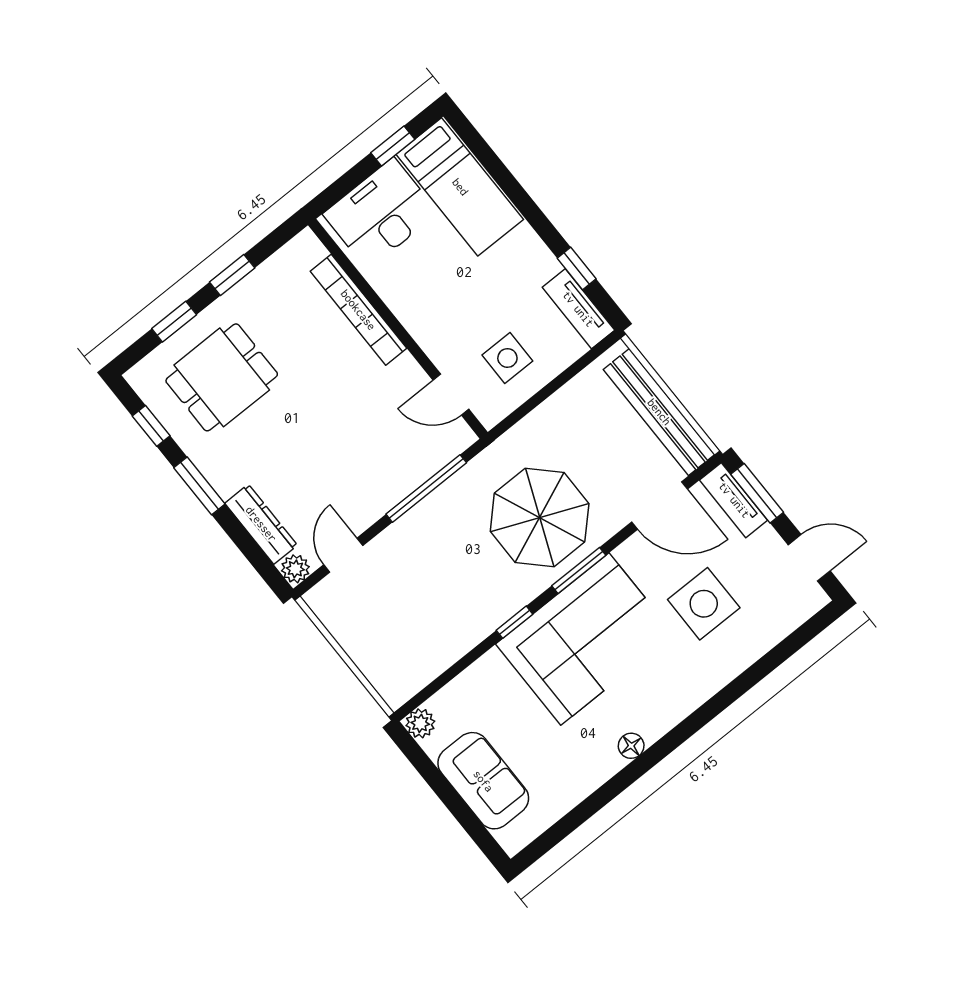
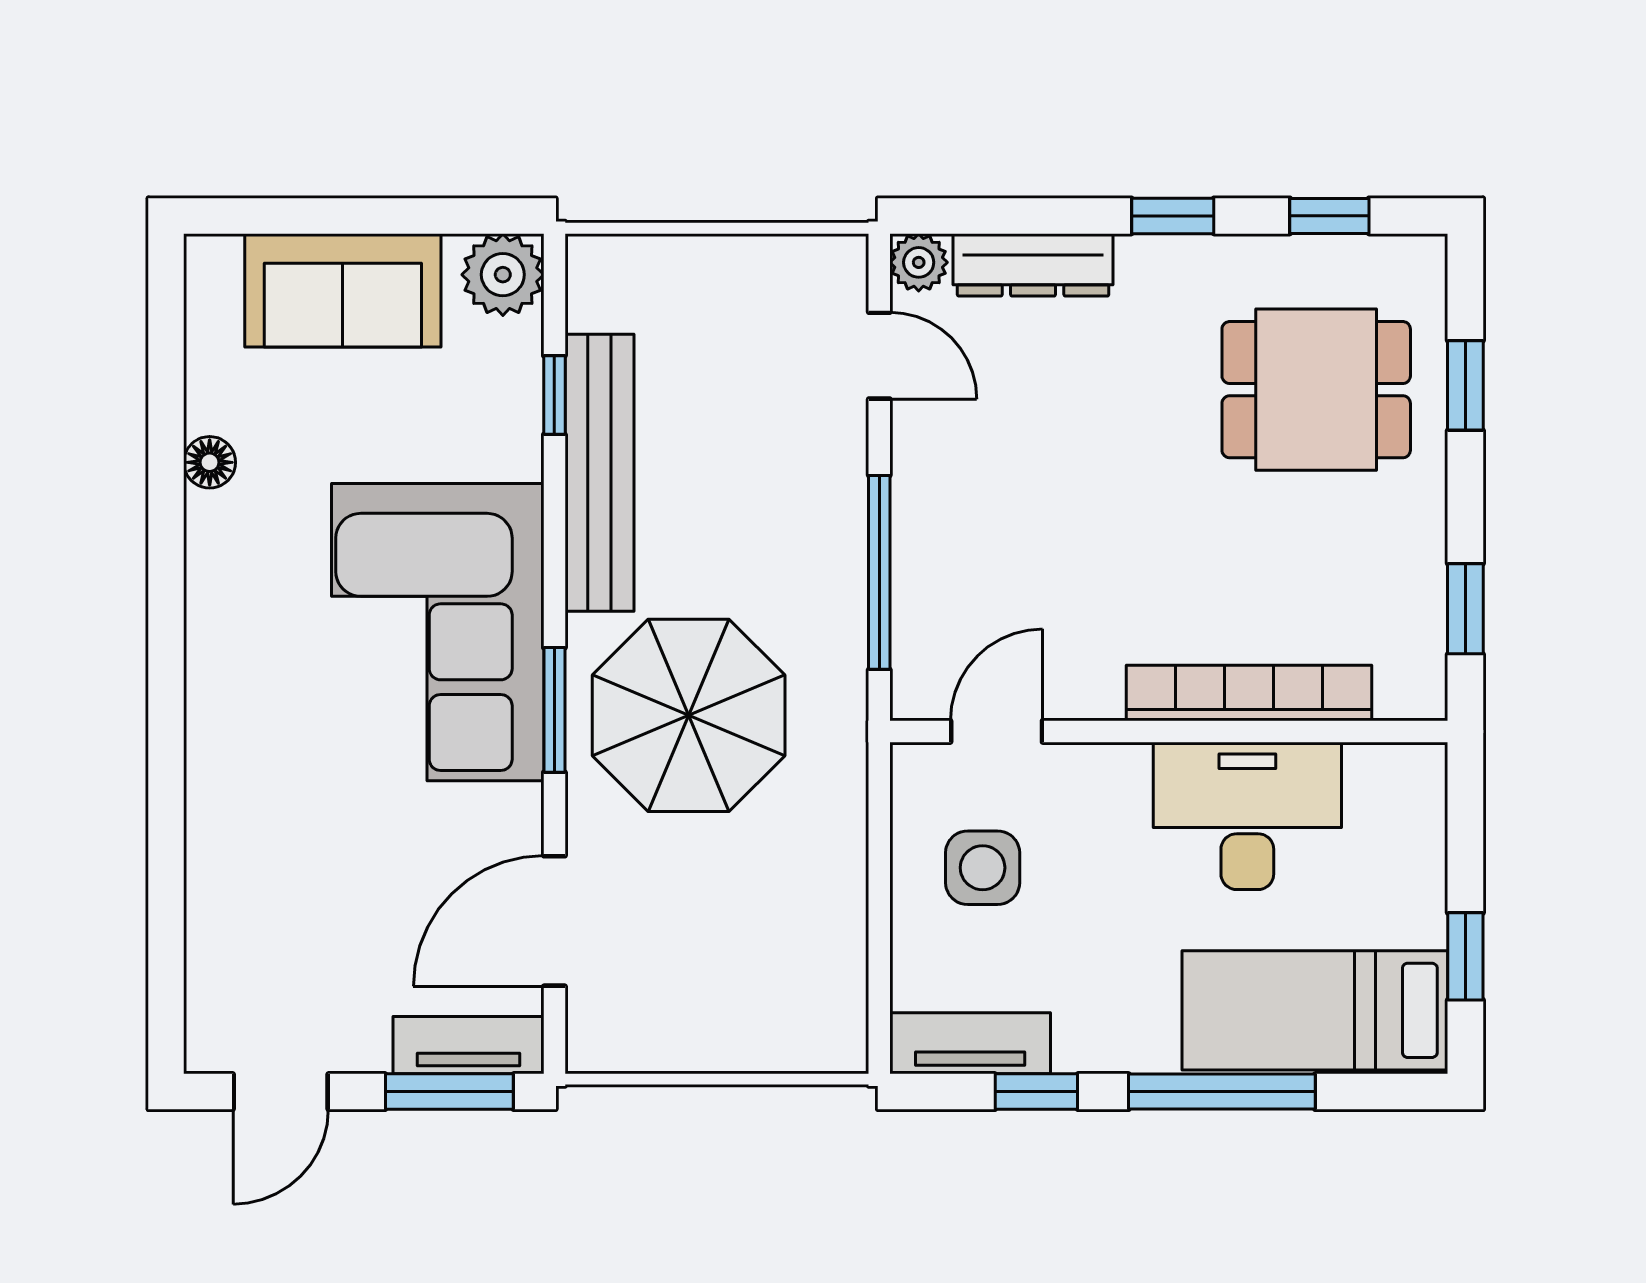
window: (519, 197) -> (1222, 1092), added
desk: (381, 213) -> (1247, 816), moved, turned -90
window: (232, 275) -> (1465, 609), moved
dining table: (222, 377) -> (1316, 390), turned 90
bench: (659, 412) -> (599, 473), moved, turned 90
window: (199, 486) -> (1173, 216), width x0.67
side table: (704, 604) -> (342, 866), removed
window: (514, 622) -> (554, 395), moved
plant: (420, 723) -> (503, 275), width x1.38, depth x1.38
floor lamp: (631, 746) -> (210, 462), moved

